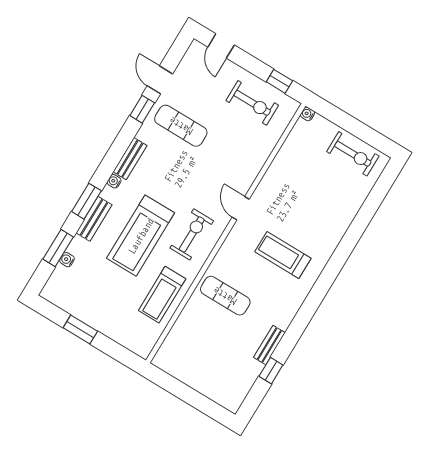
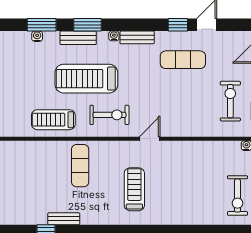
exercise bike: (252, 103) -> (230, 101), turned 180
exercise mat: (181, 126) -> (183, 60), turned 90

